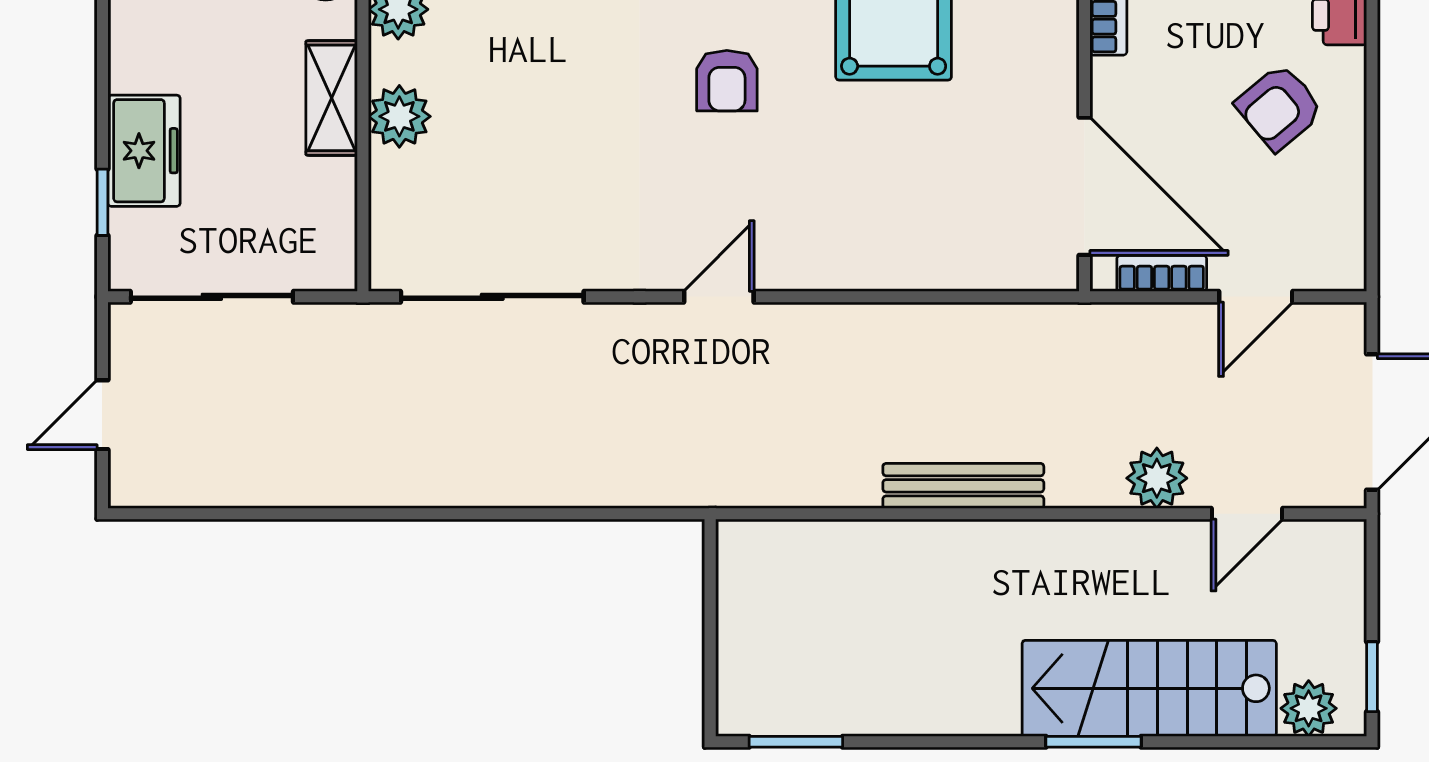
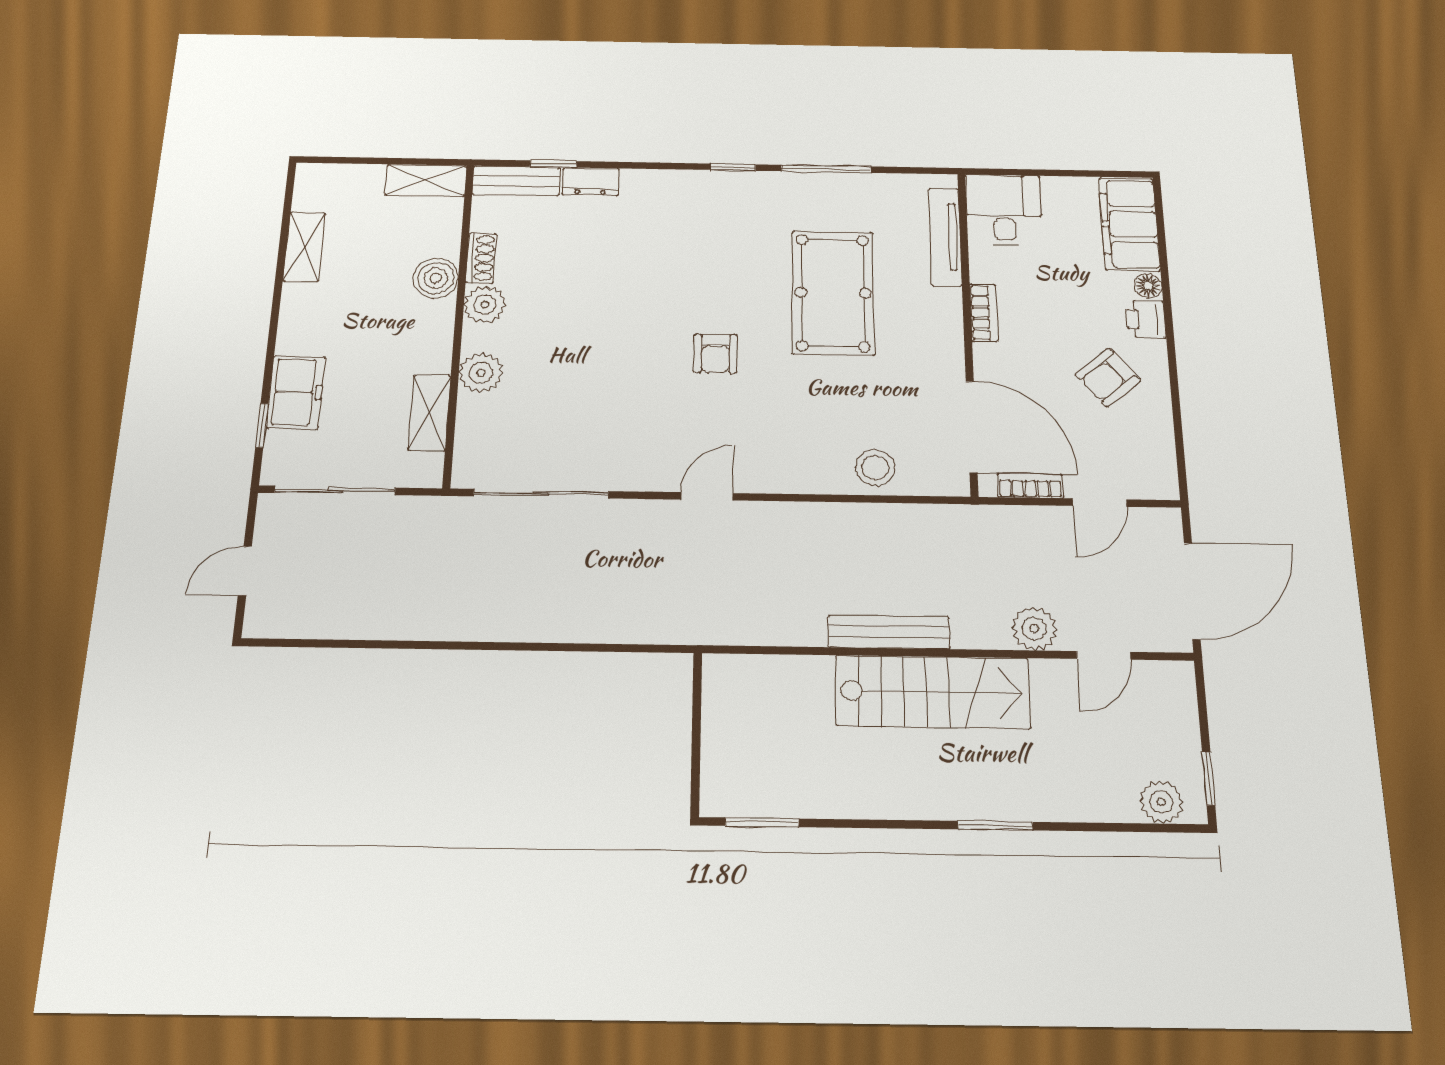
shelving: (332, 98) -> (429, 413), moved
stool: (949, 250) -> (875, 467), added
stairs: (1149, 688) -> (933, 692), moved, turned 180

